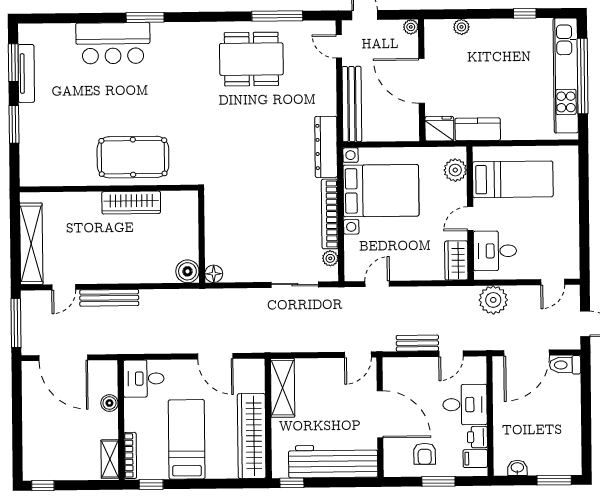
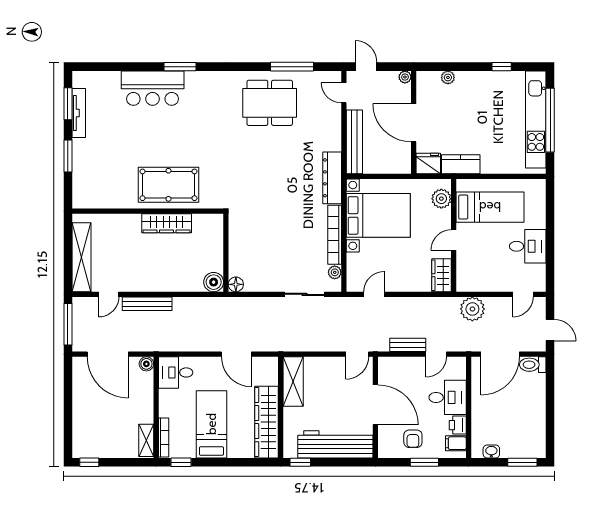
desk: (495, 251) -> (528, 246), moved, turned 180
boiler: (109, 403) -> (146, 364), moved

